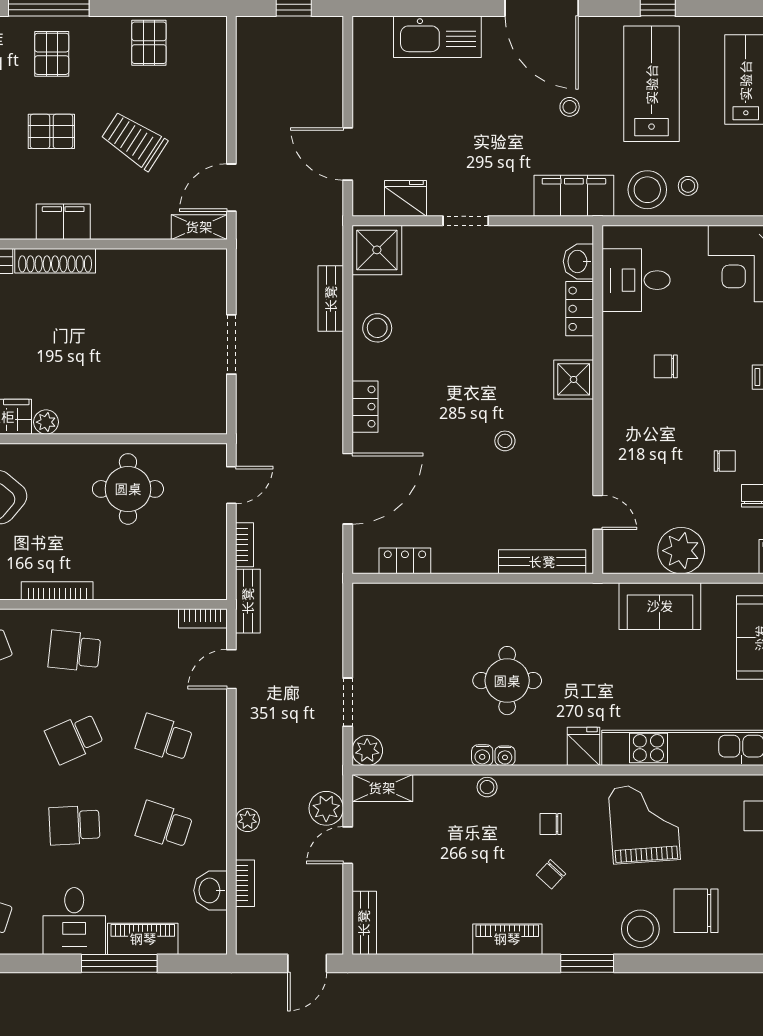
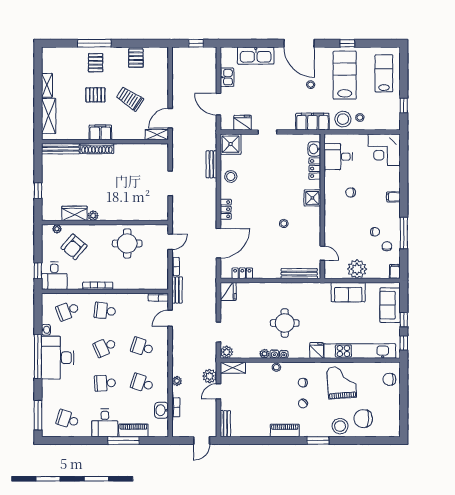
kitchen sink: (368, 89) -> (227, 77), added
fridge: (371, 605) -> (228, 291), added
plant: (458, 755) -> (264, 354), added

